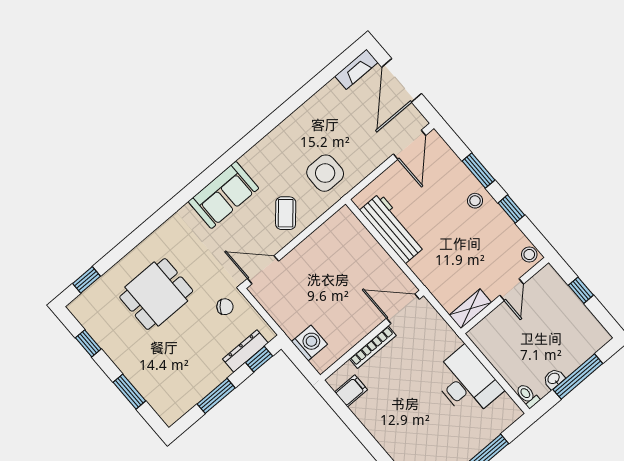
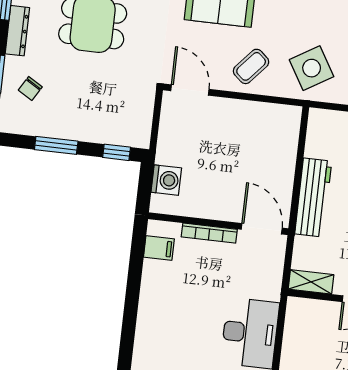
side table: (325, 173) -> (312, 68), turned -31
workbench: (393, 228) -> (313, 198), moved
chair: (225, 307) -> (30, 88), moved, turned 82
dresser: (245, 351) -> (17, 31), moved, turned 90

